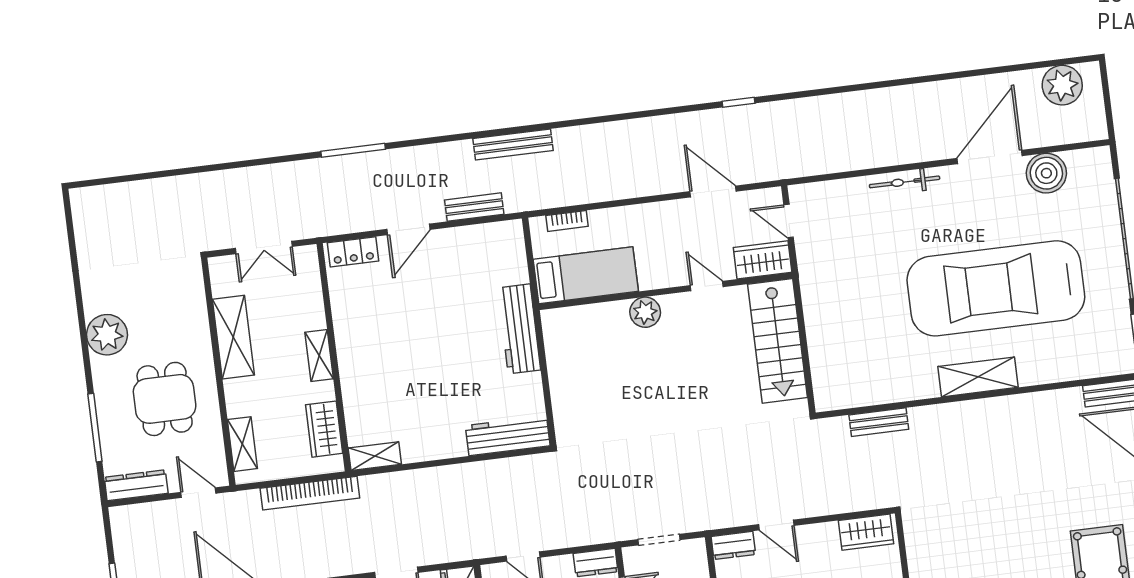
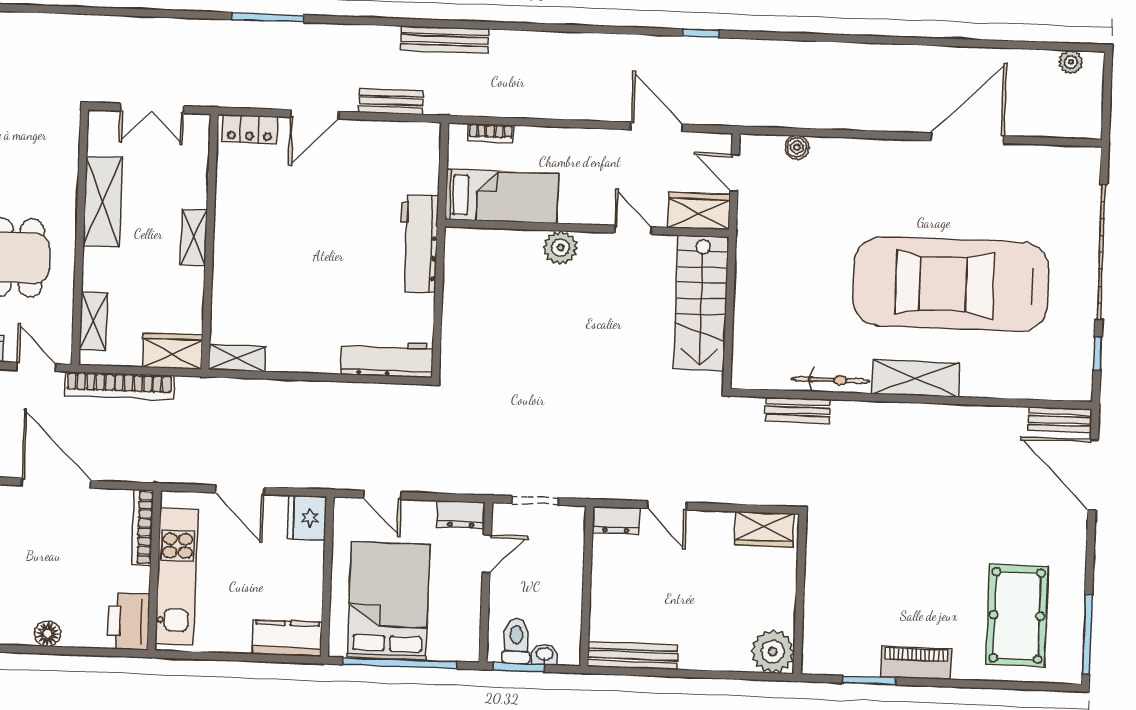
plant: (1062, 85) -> (1071, 62), width x0.53, depth x0.53
boiler: (1046, 173) -> (797, 147), moved, width x0.54, depth x0.54
bicycle: (905, 182) -> (831, 380), moved, turned 180
wardrobe: (324, 429) -> (172, 351), moved, turned 90
bookcase: (310, 493) -> (119, 386), moved

